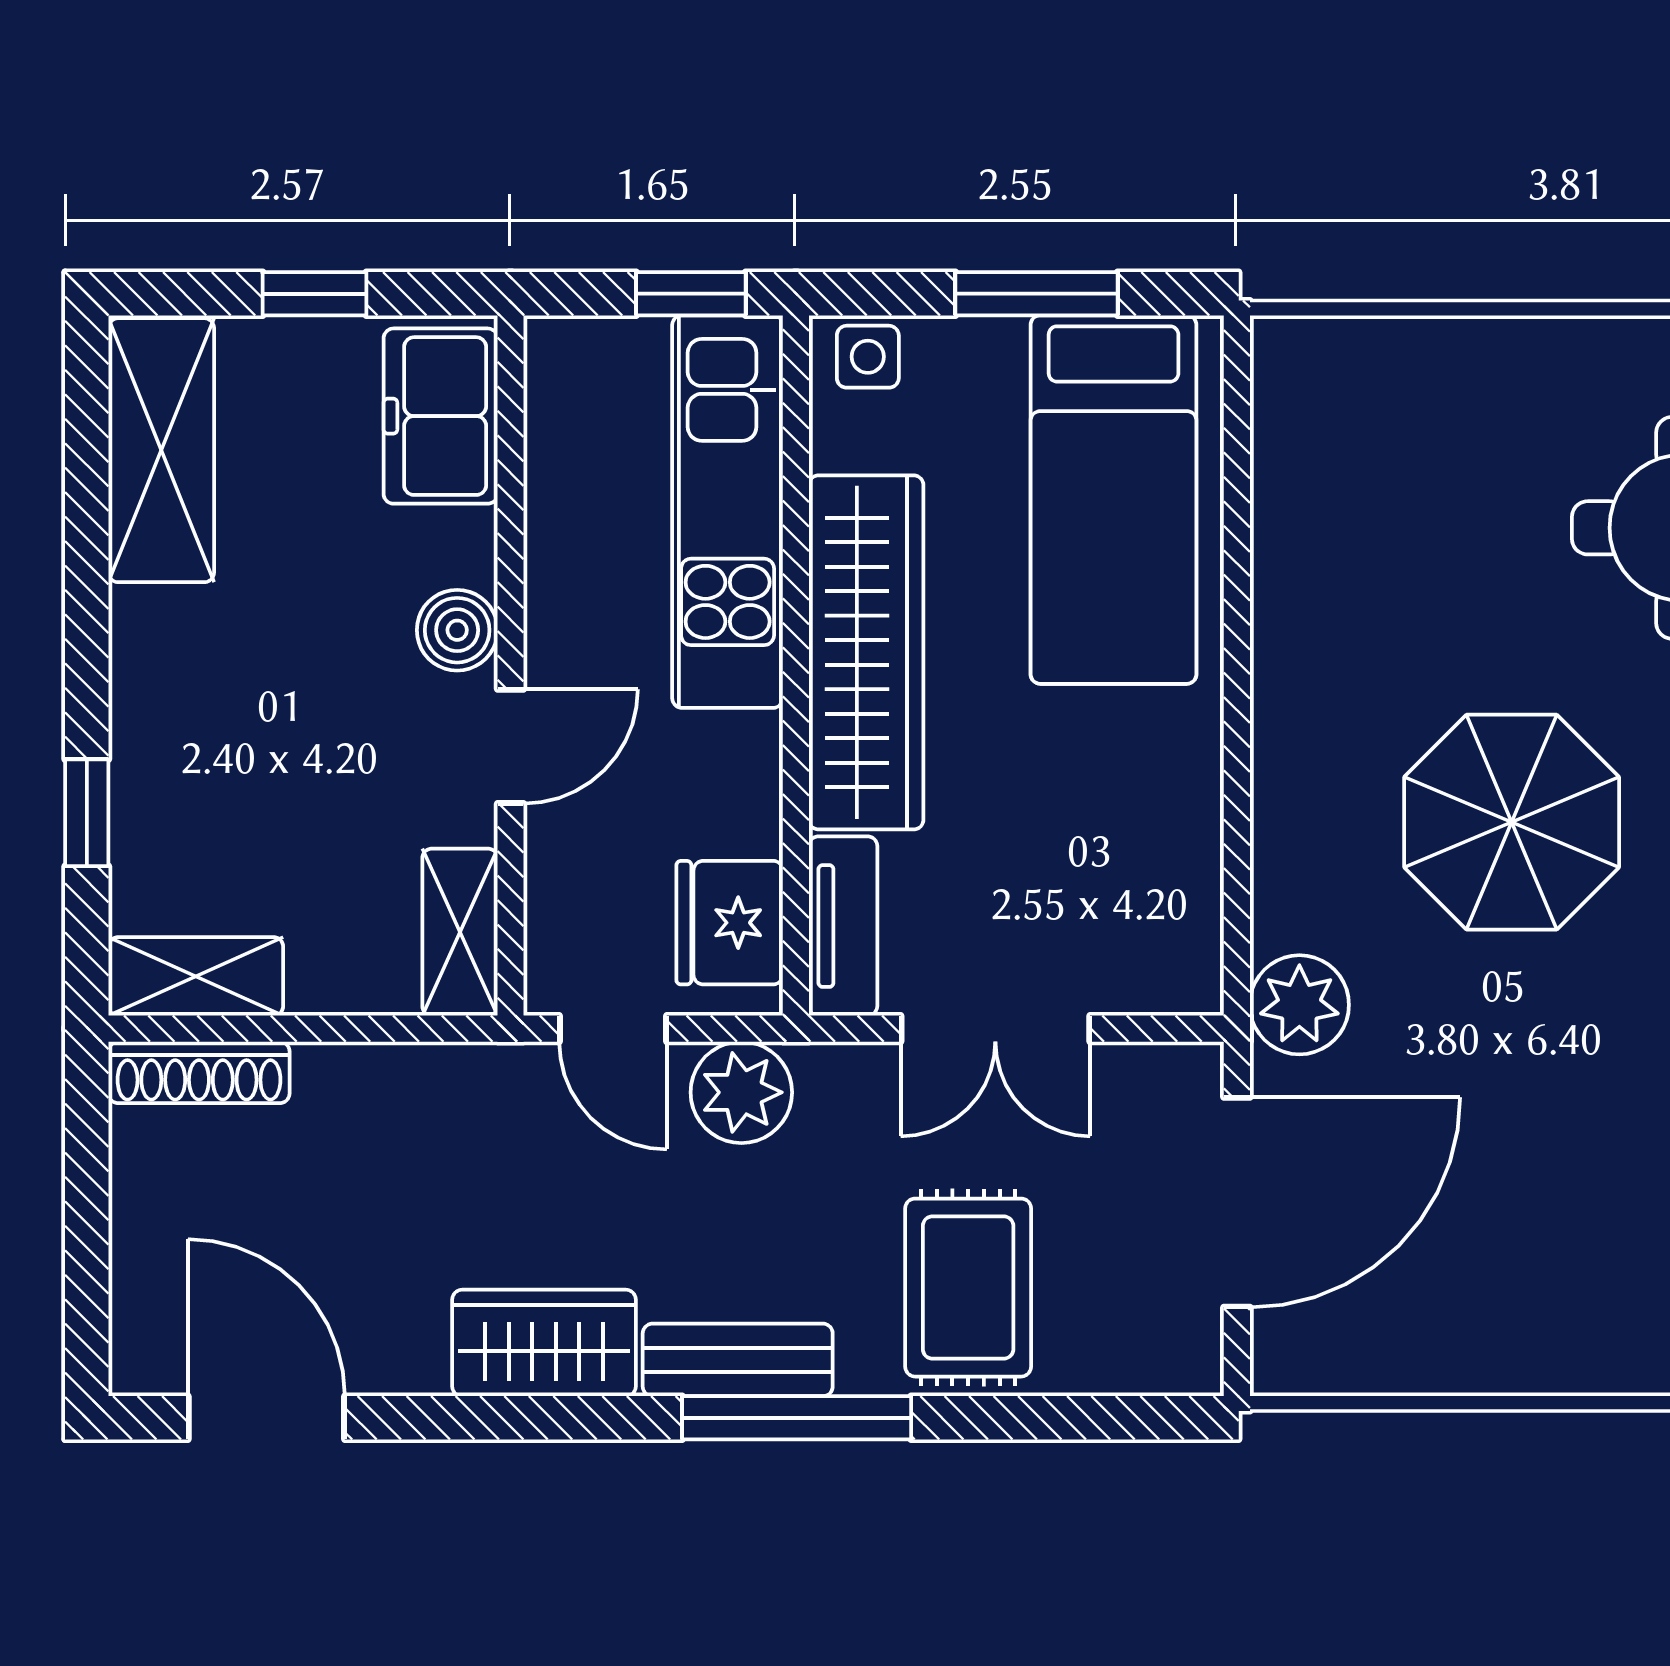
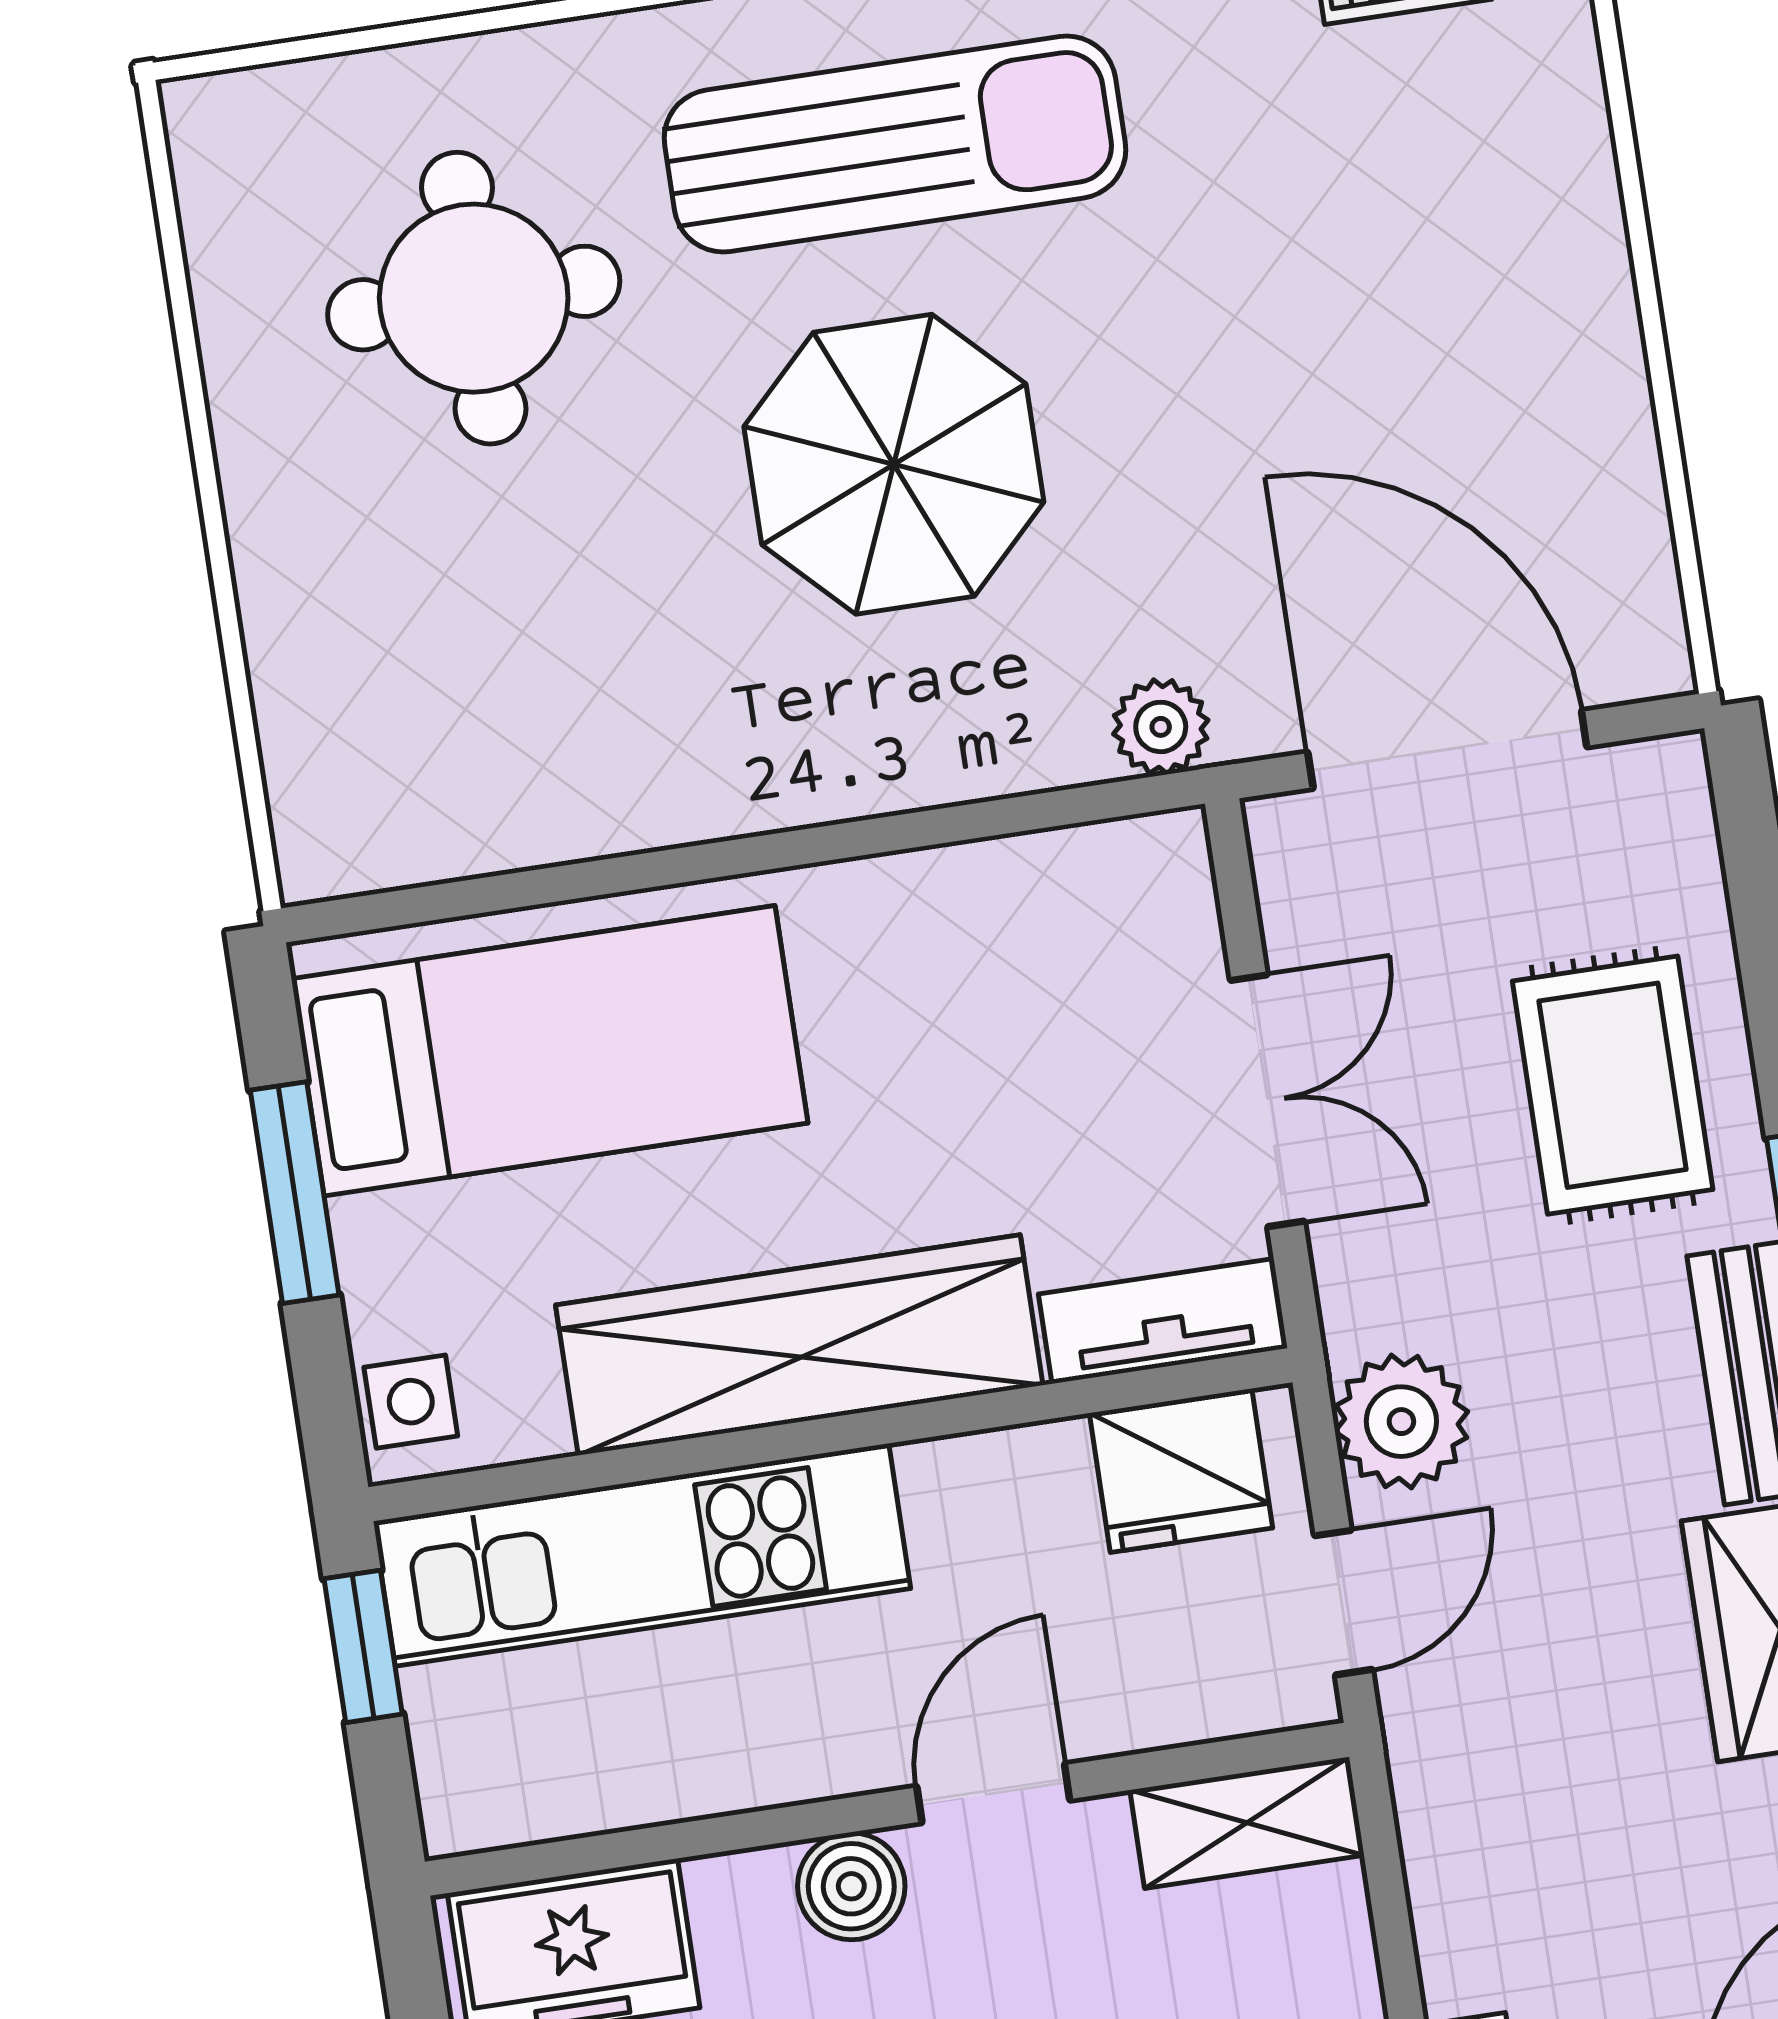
door: (510, 746) -> (993, 1793), hinge flipped
plant: (1299, 1005) -> (1161, 727), width x0.73, depth x0.73
rug: (968, 1288) -> (1613, 1085), turned 90

